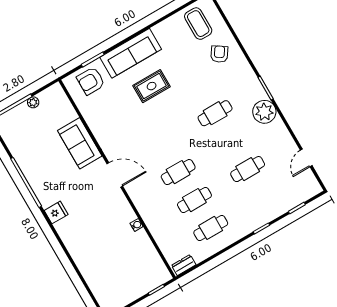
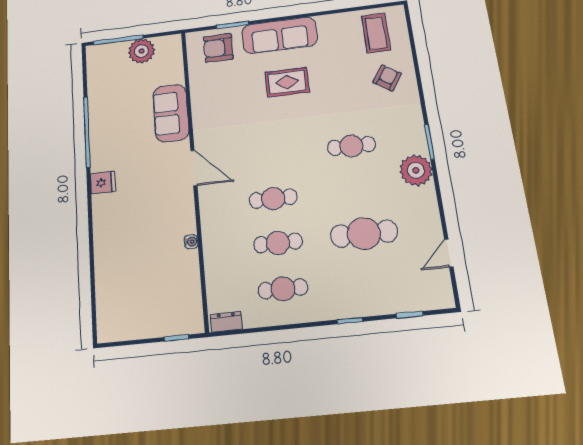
plant: (33, 102) -> (141, 51), width x1.87, depth x1.87
cafe table: (248, 169) -> (364, 234), width x1.37, depth x1.35

